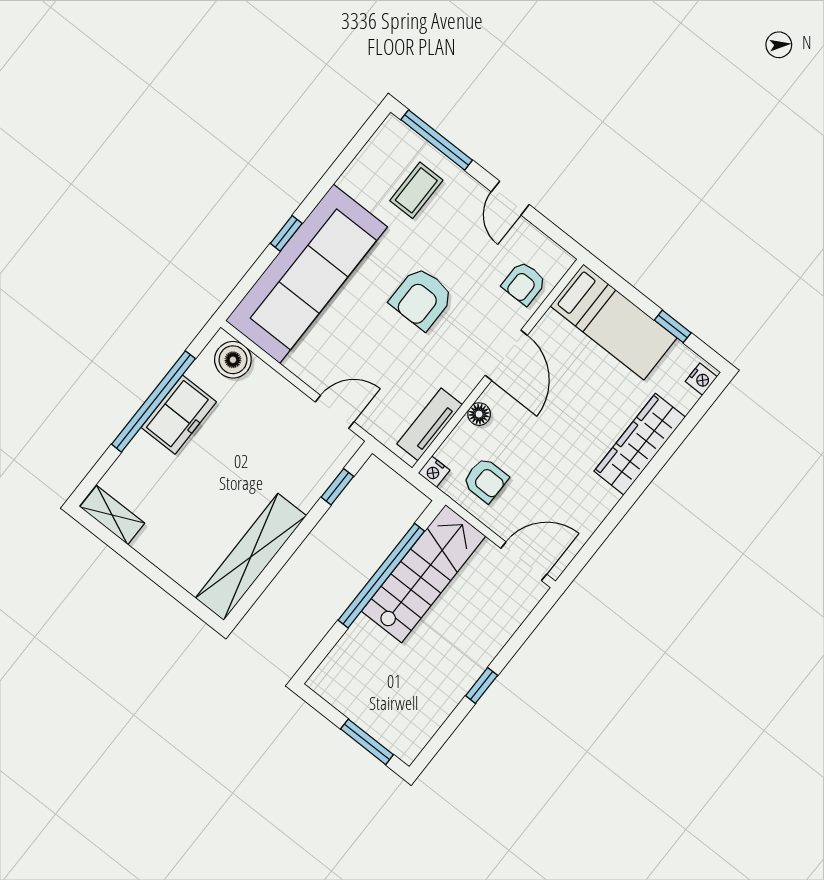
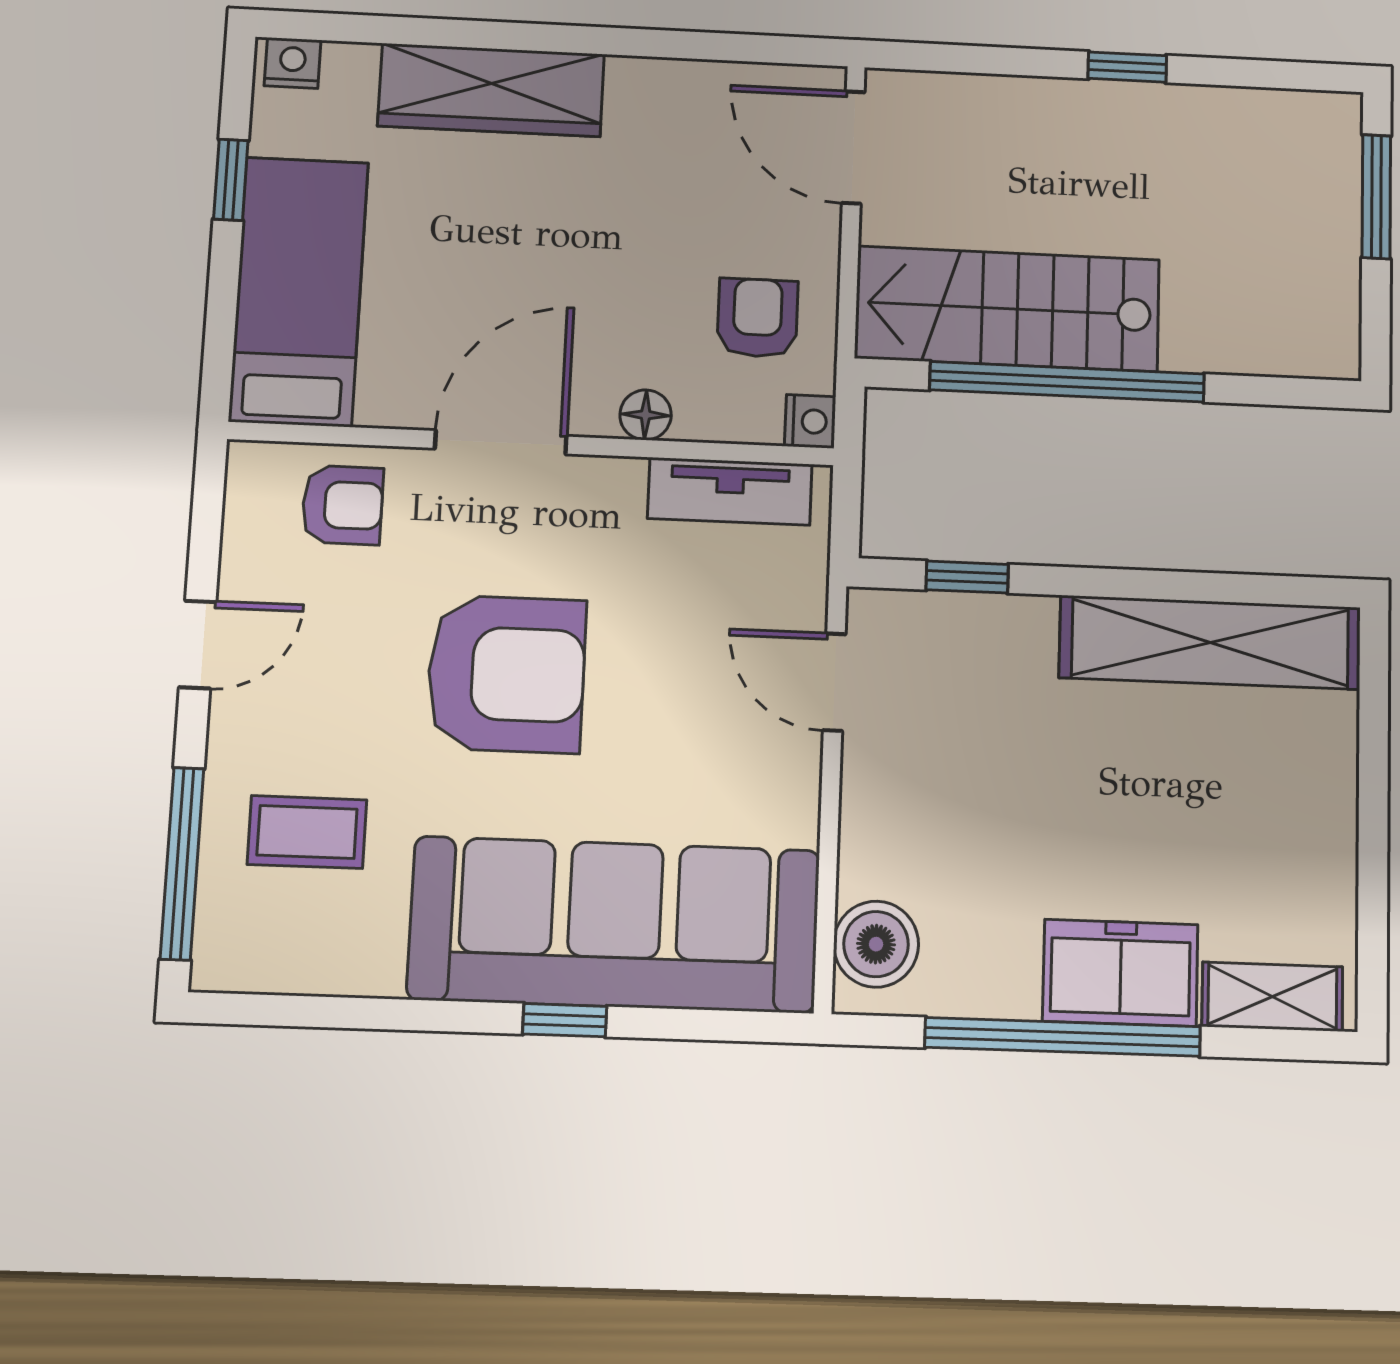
armchair: (422, 298) -> (506, 674), width x1.36, depth x1.36
freezer: (179, 415) -> (1120, 973), moved
shelving: (112, 515) -> (1272, 997), moved, turned 90

